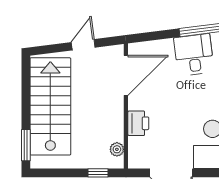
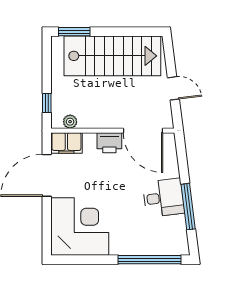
printer: (138, 123) -> (109, 143), moved
filing cabinet: (139, 153) -> (66, 143), added

